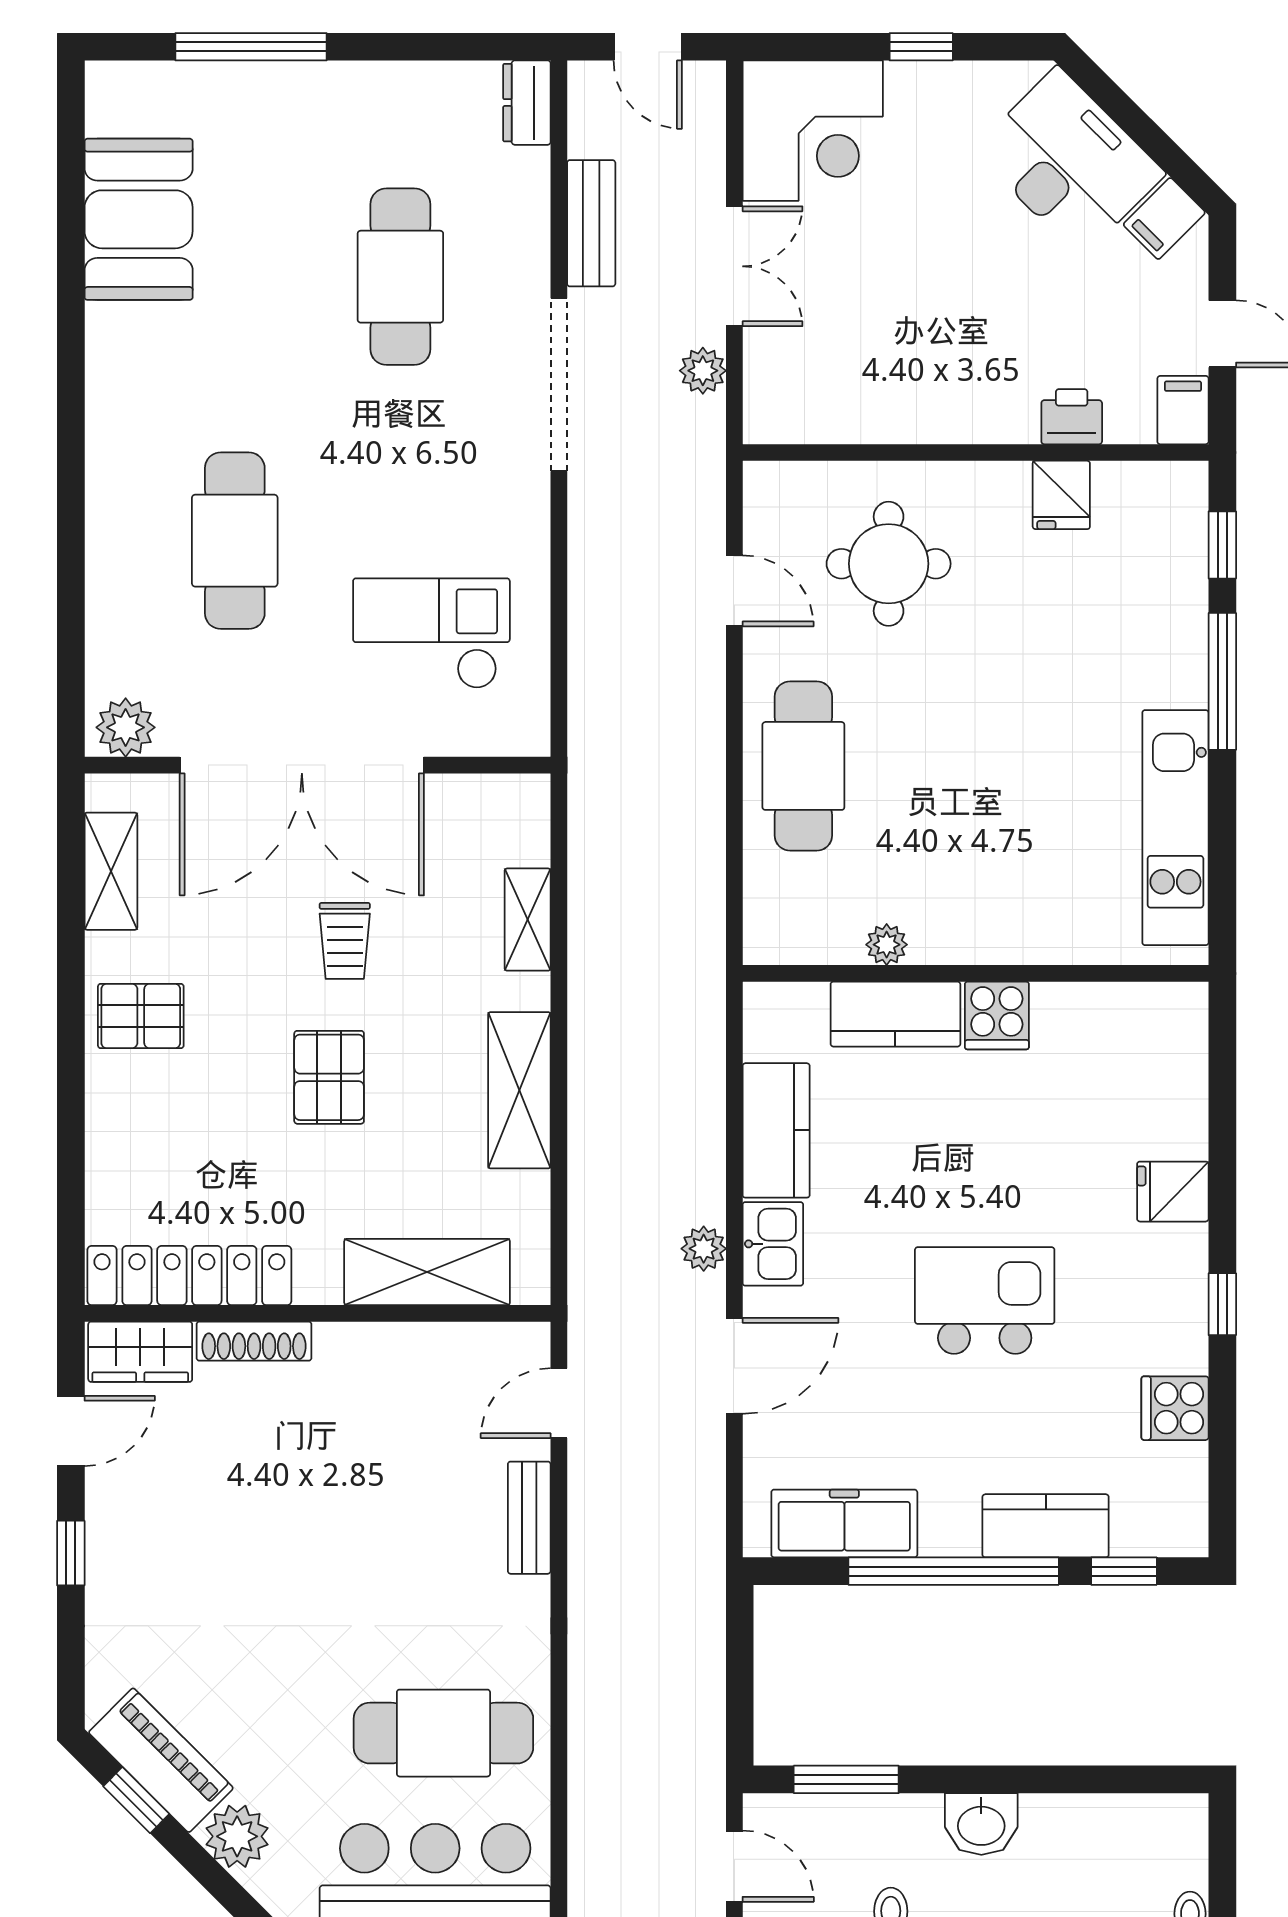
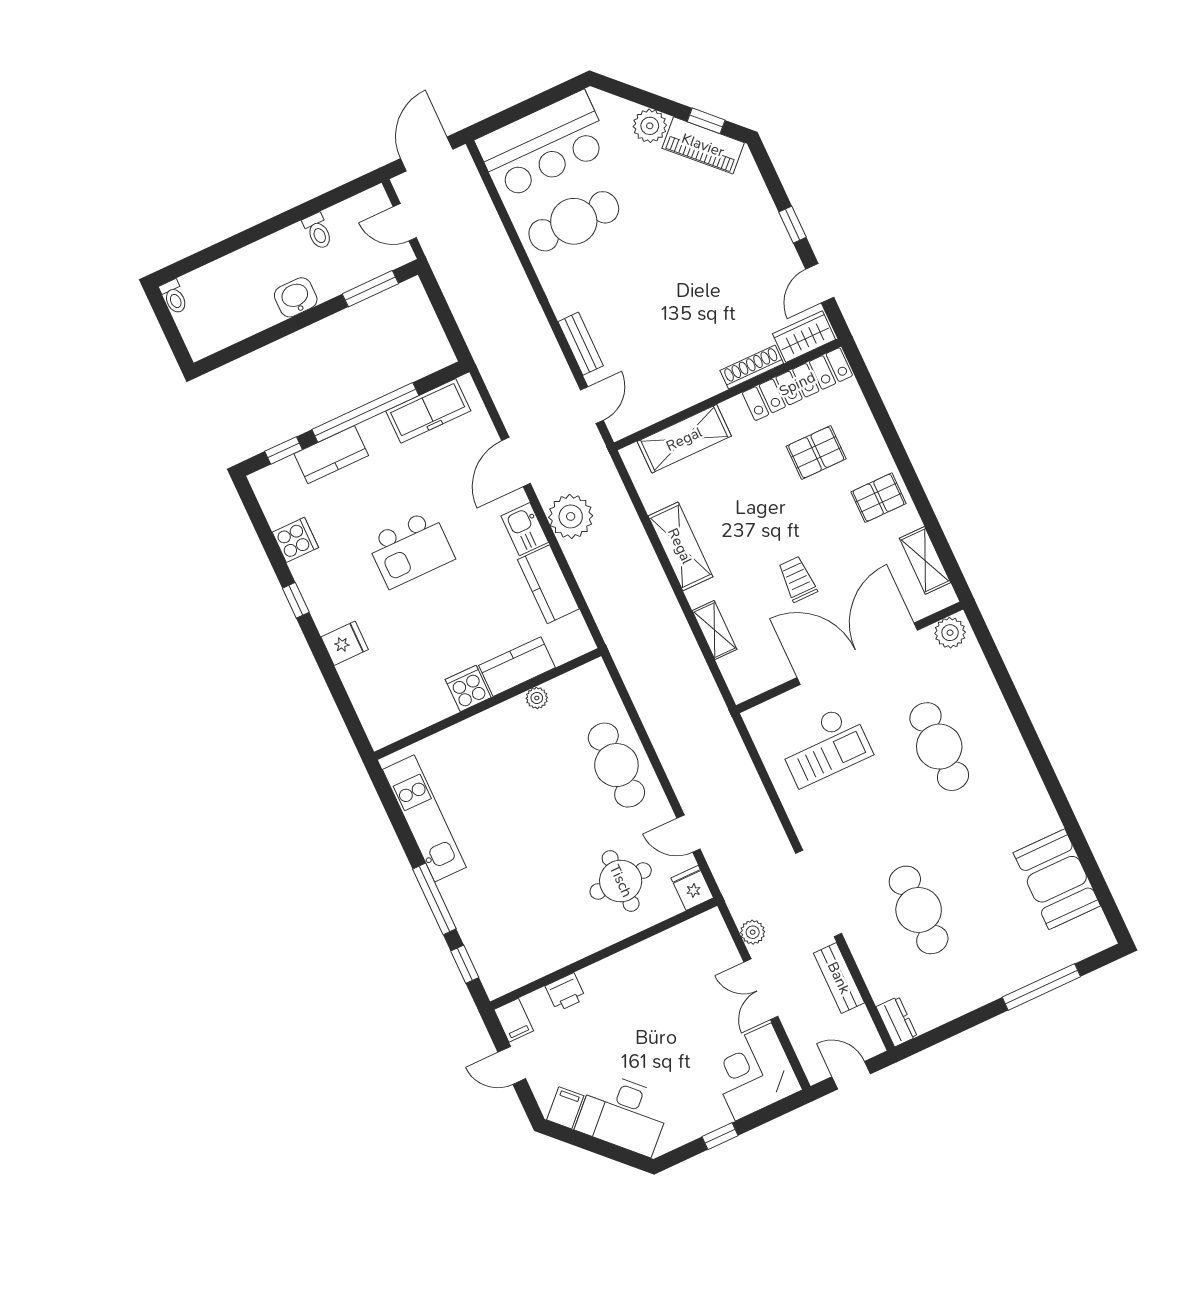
fridge: (1061, 495) -> (692, 888), moved
pallet: (329, 1077) -> (816, 452), moved, turned 90
plant: (704, 1249) -> (571, 516), width x1.88, depth x1.88

